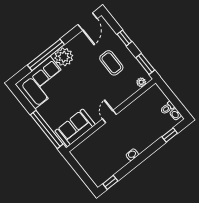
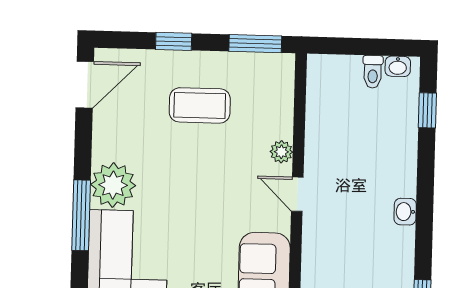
door: (88, 22) -> (85, 85), hinge flipped
window: (46, 55) -> (81, 215), width x0.68
plant: (141, 82) -> (281, 152), moved

